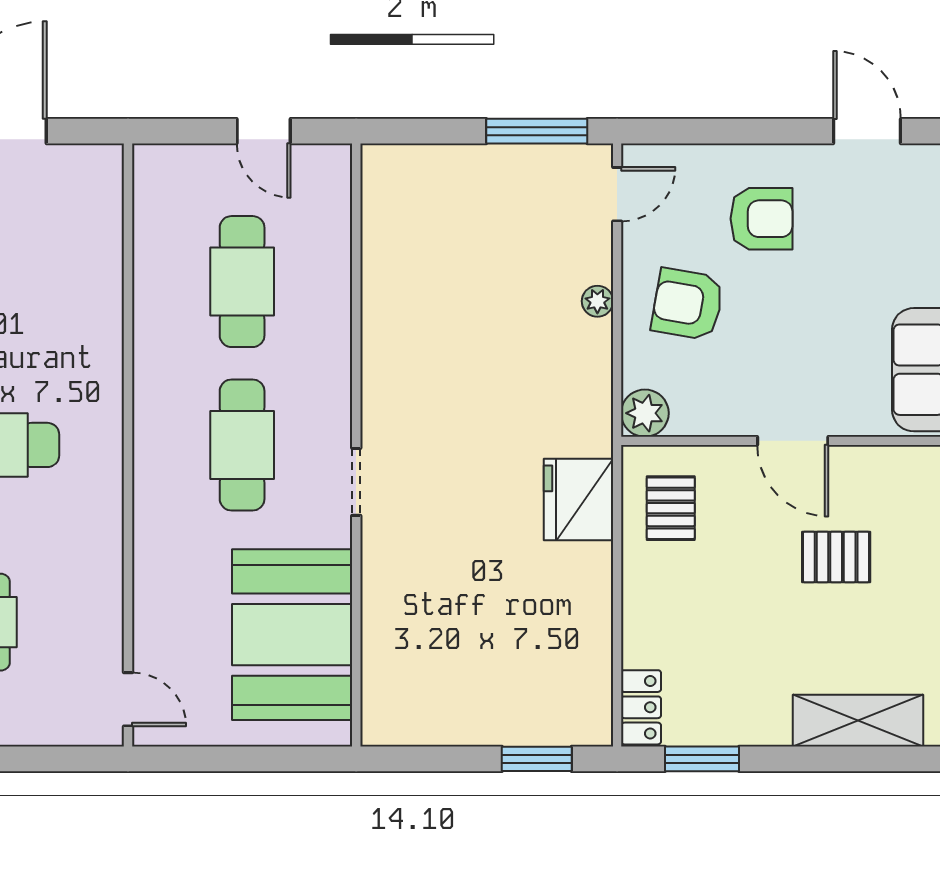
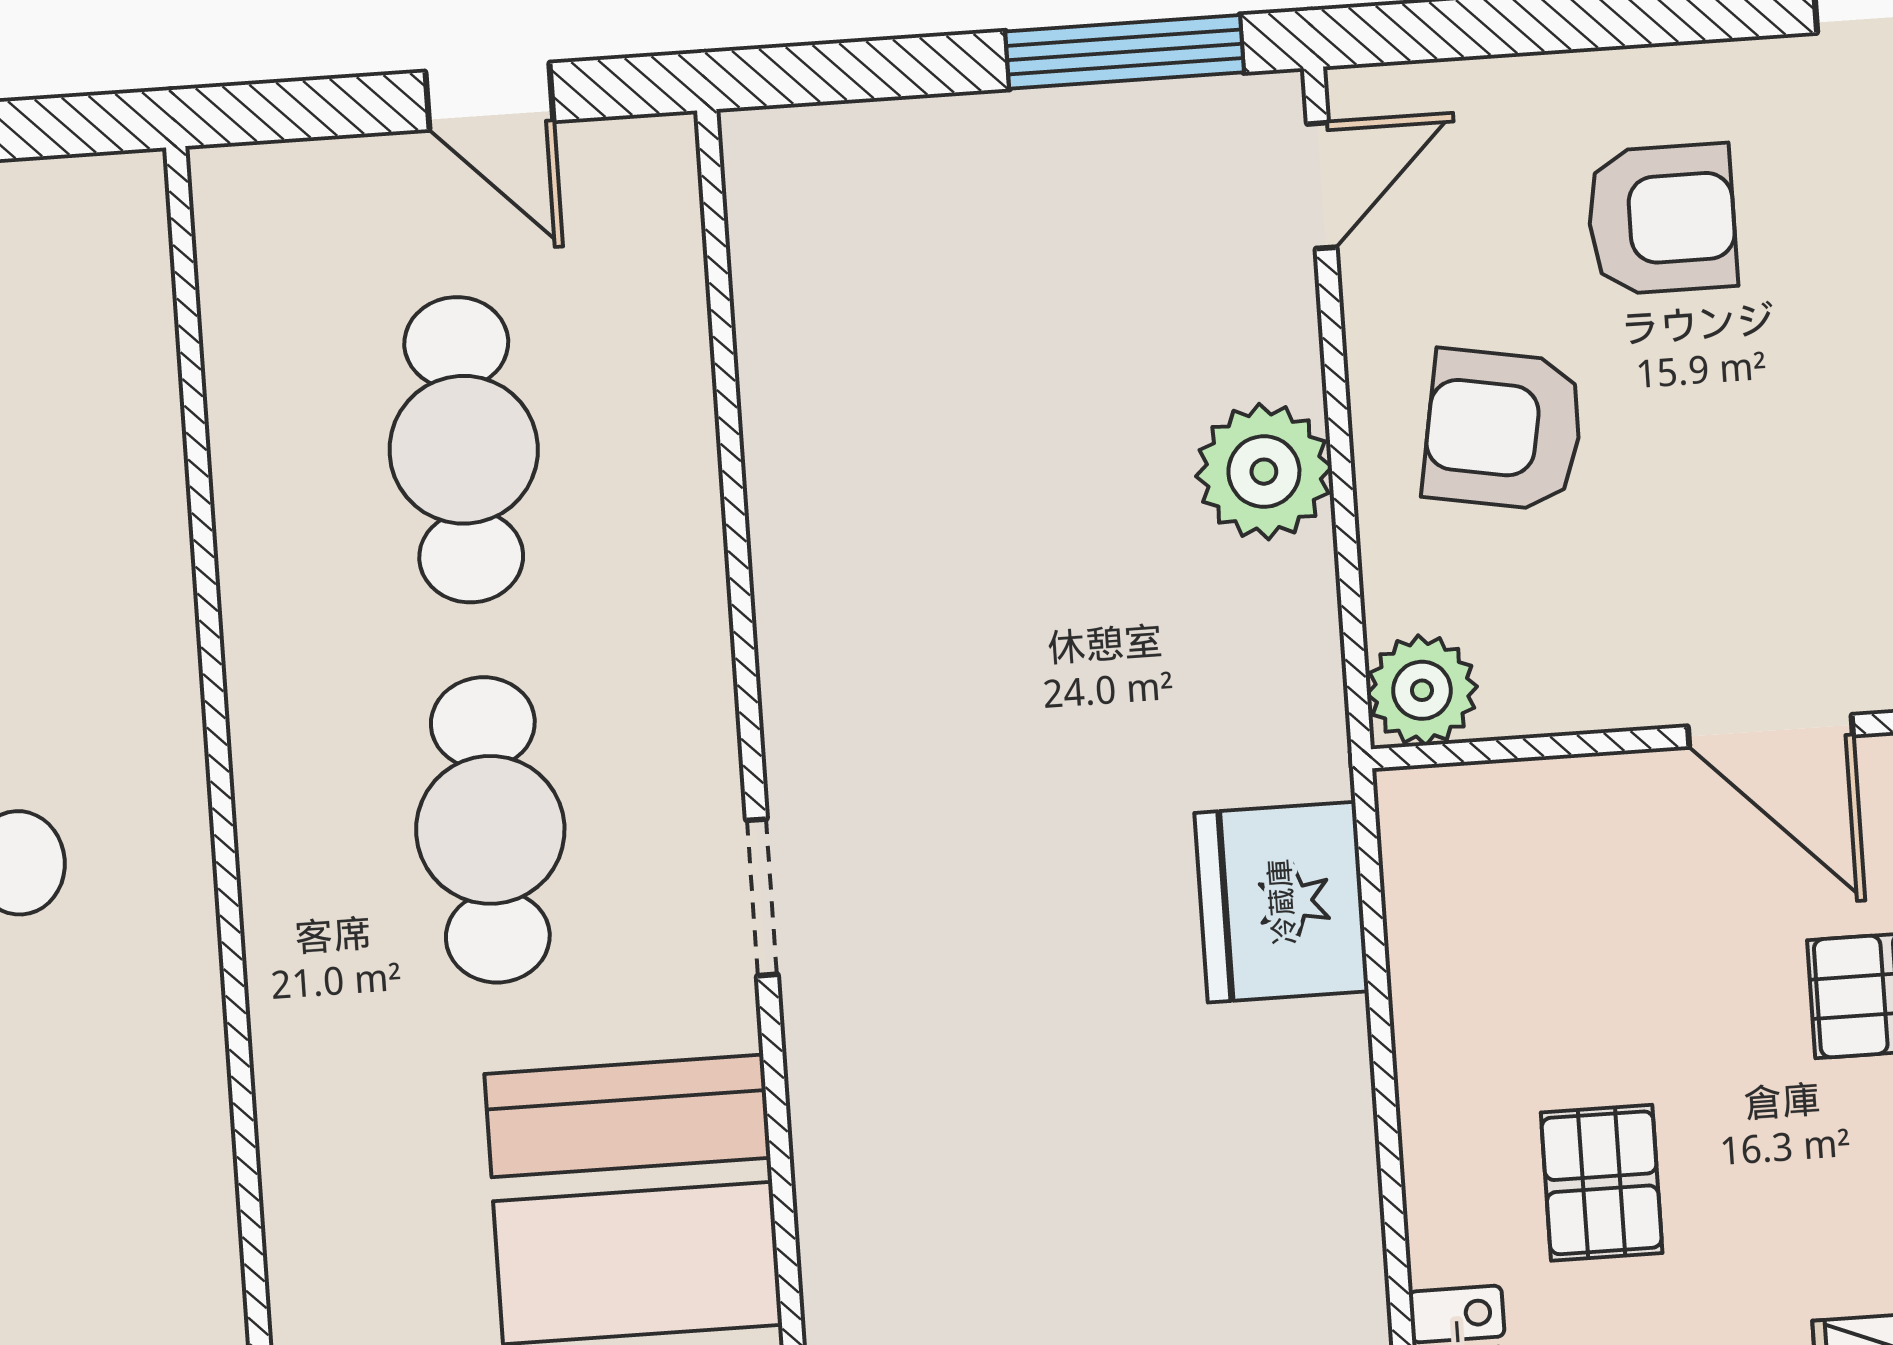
plant: (597, 301) -> (1264, 472), width x1.88, depth x1.88
pallet: (671, 508) -> (1602, 1183), moved

